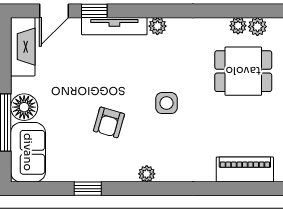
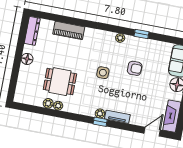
window: (94, 11) -> (100, 122), moved
tv unit: (114, 26) -> (117, 117), width x0.71
armchair: (109, 122) -> (135, 68), turned 74
window: (88, 189) -> (142, 34), moved

